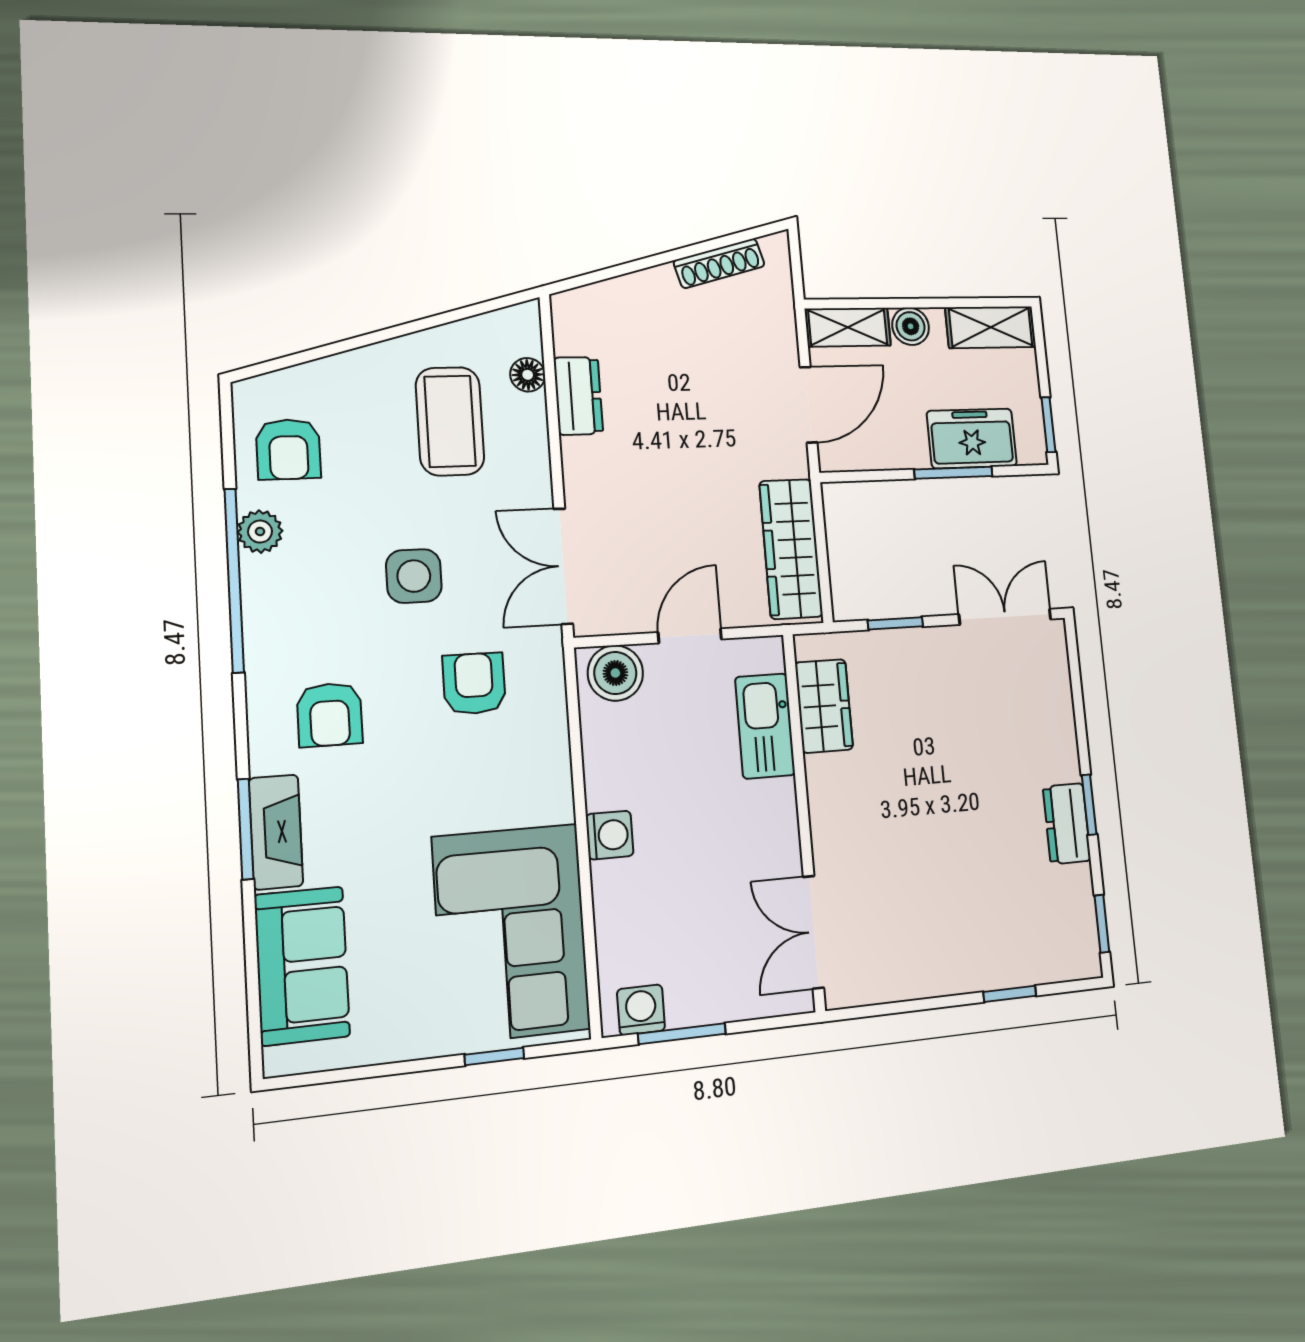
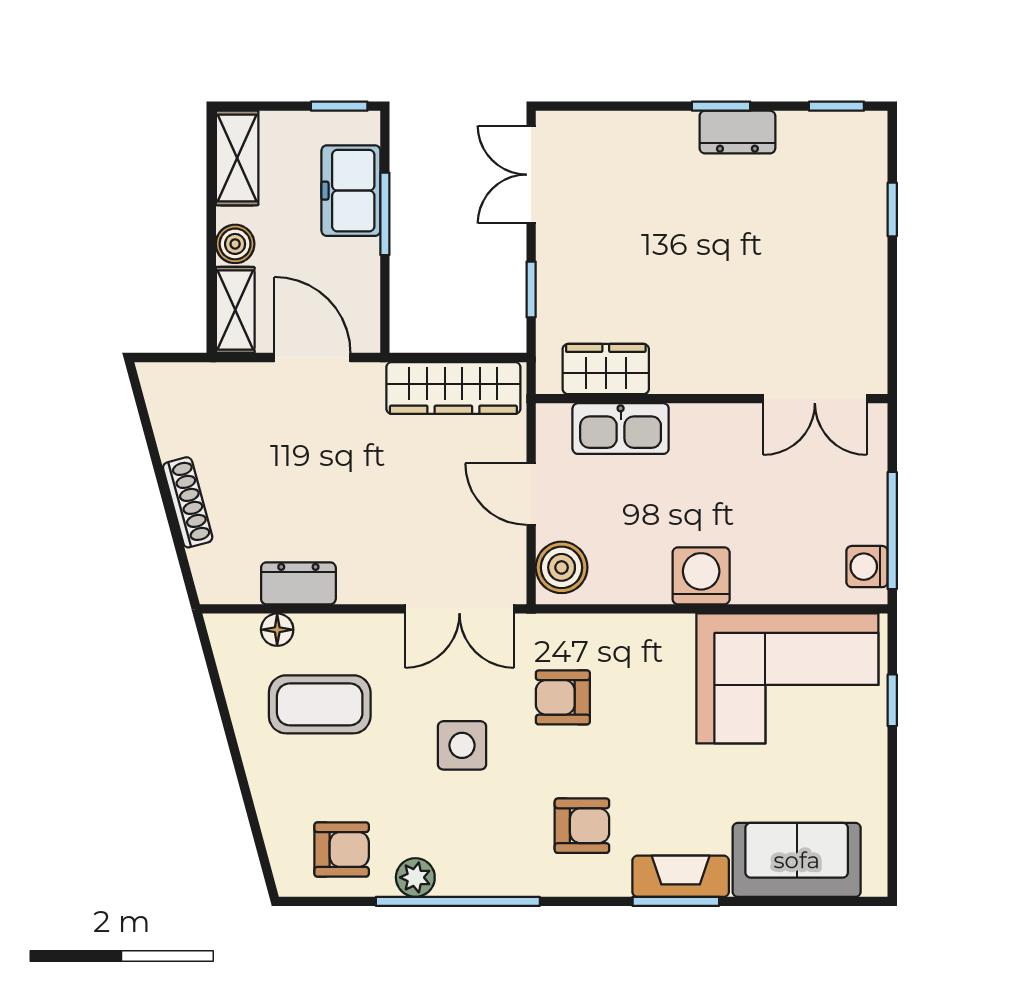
shoe rack: (719, 263) -> (188, 502), moved
washing machine: (610, 835) -> (701, 576), width x1.38, depth x1.38
window: (682, 1034) -> (892, 531), width x1.44

